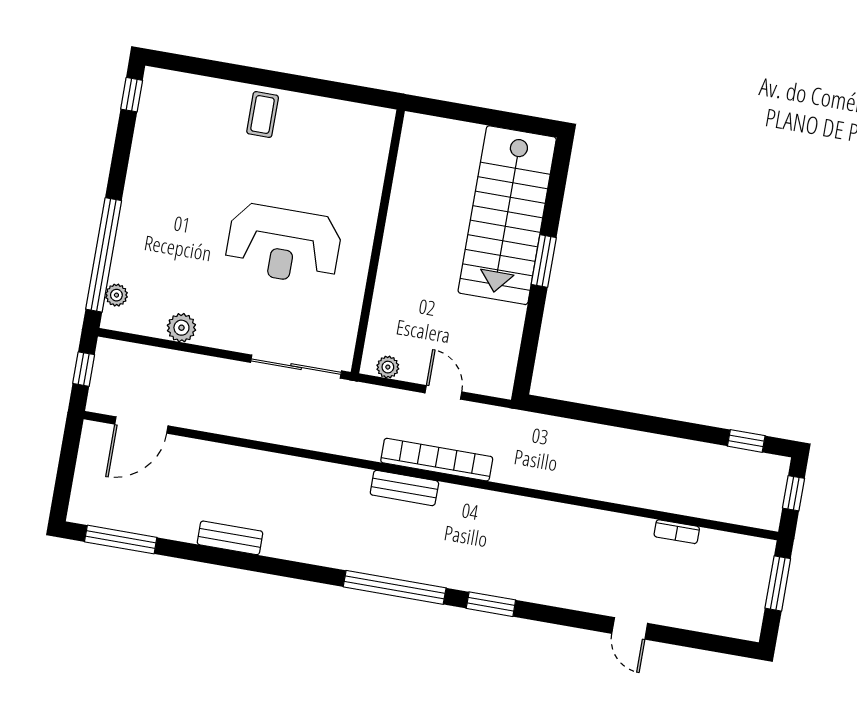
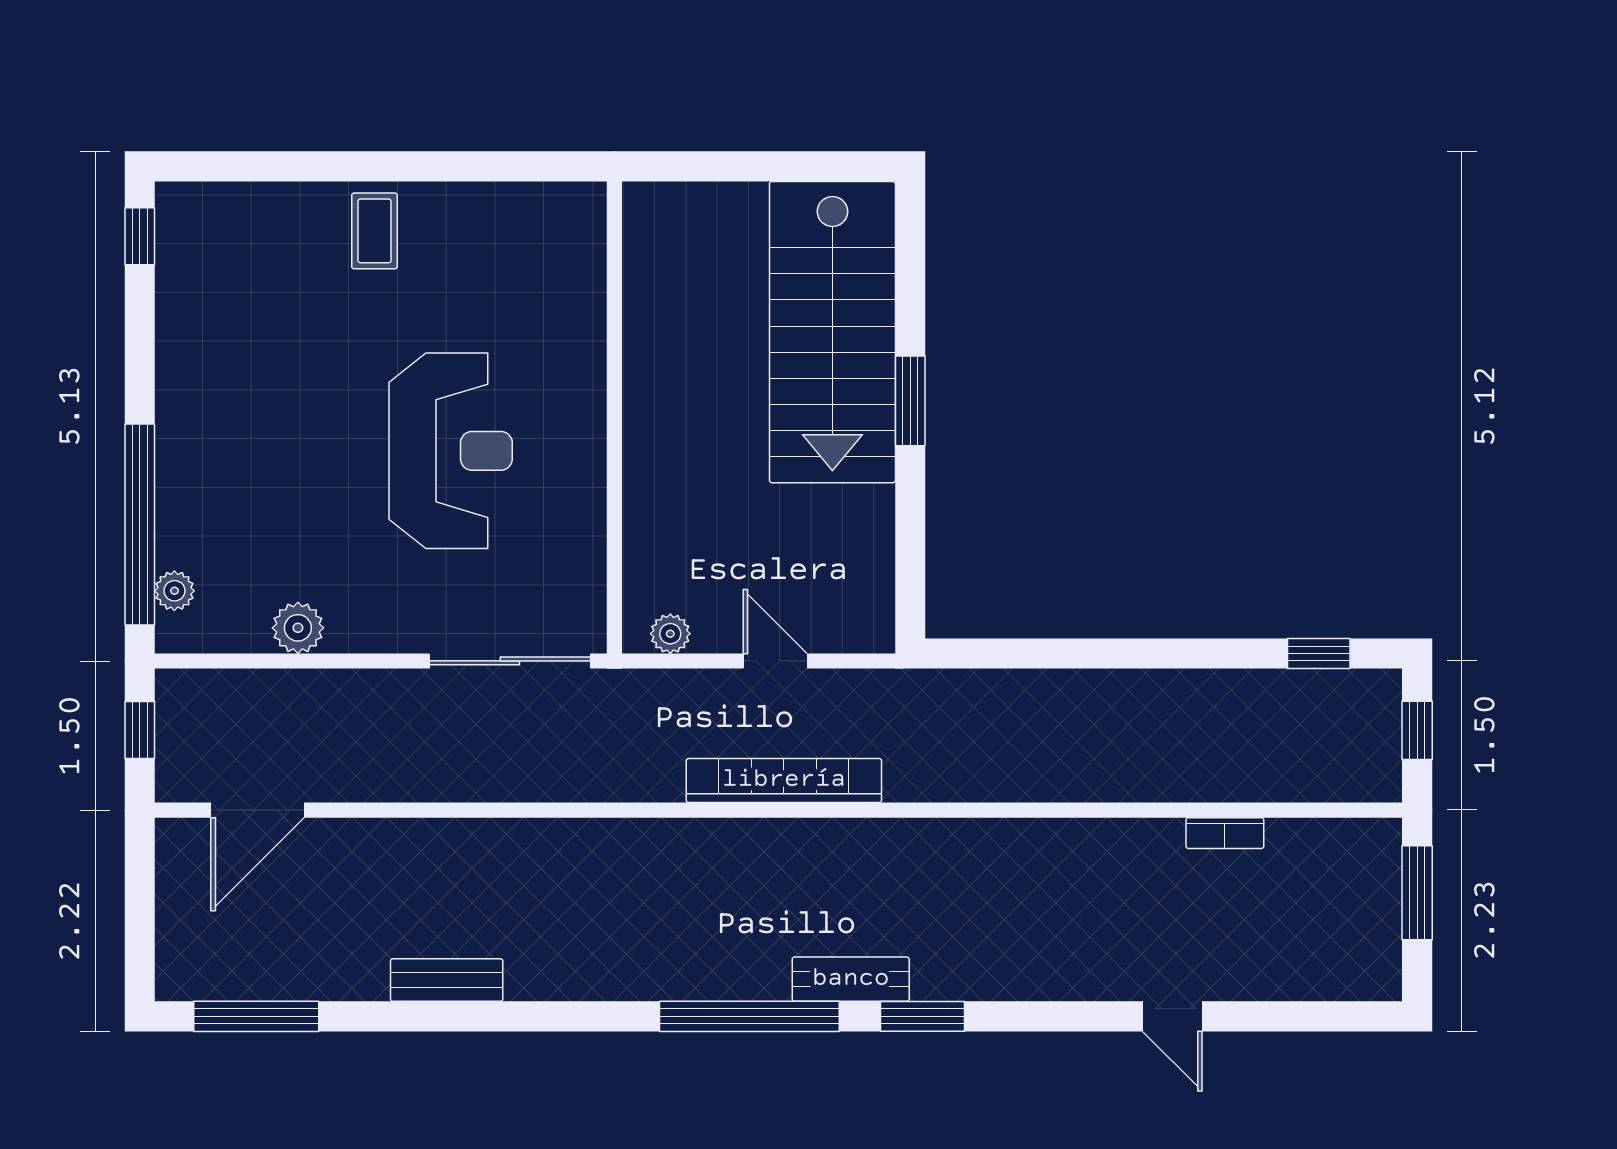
reception desk: (284, 244) -> (451, 451), turned -90
bench: (404, 488) -> (851, 979), moved

